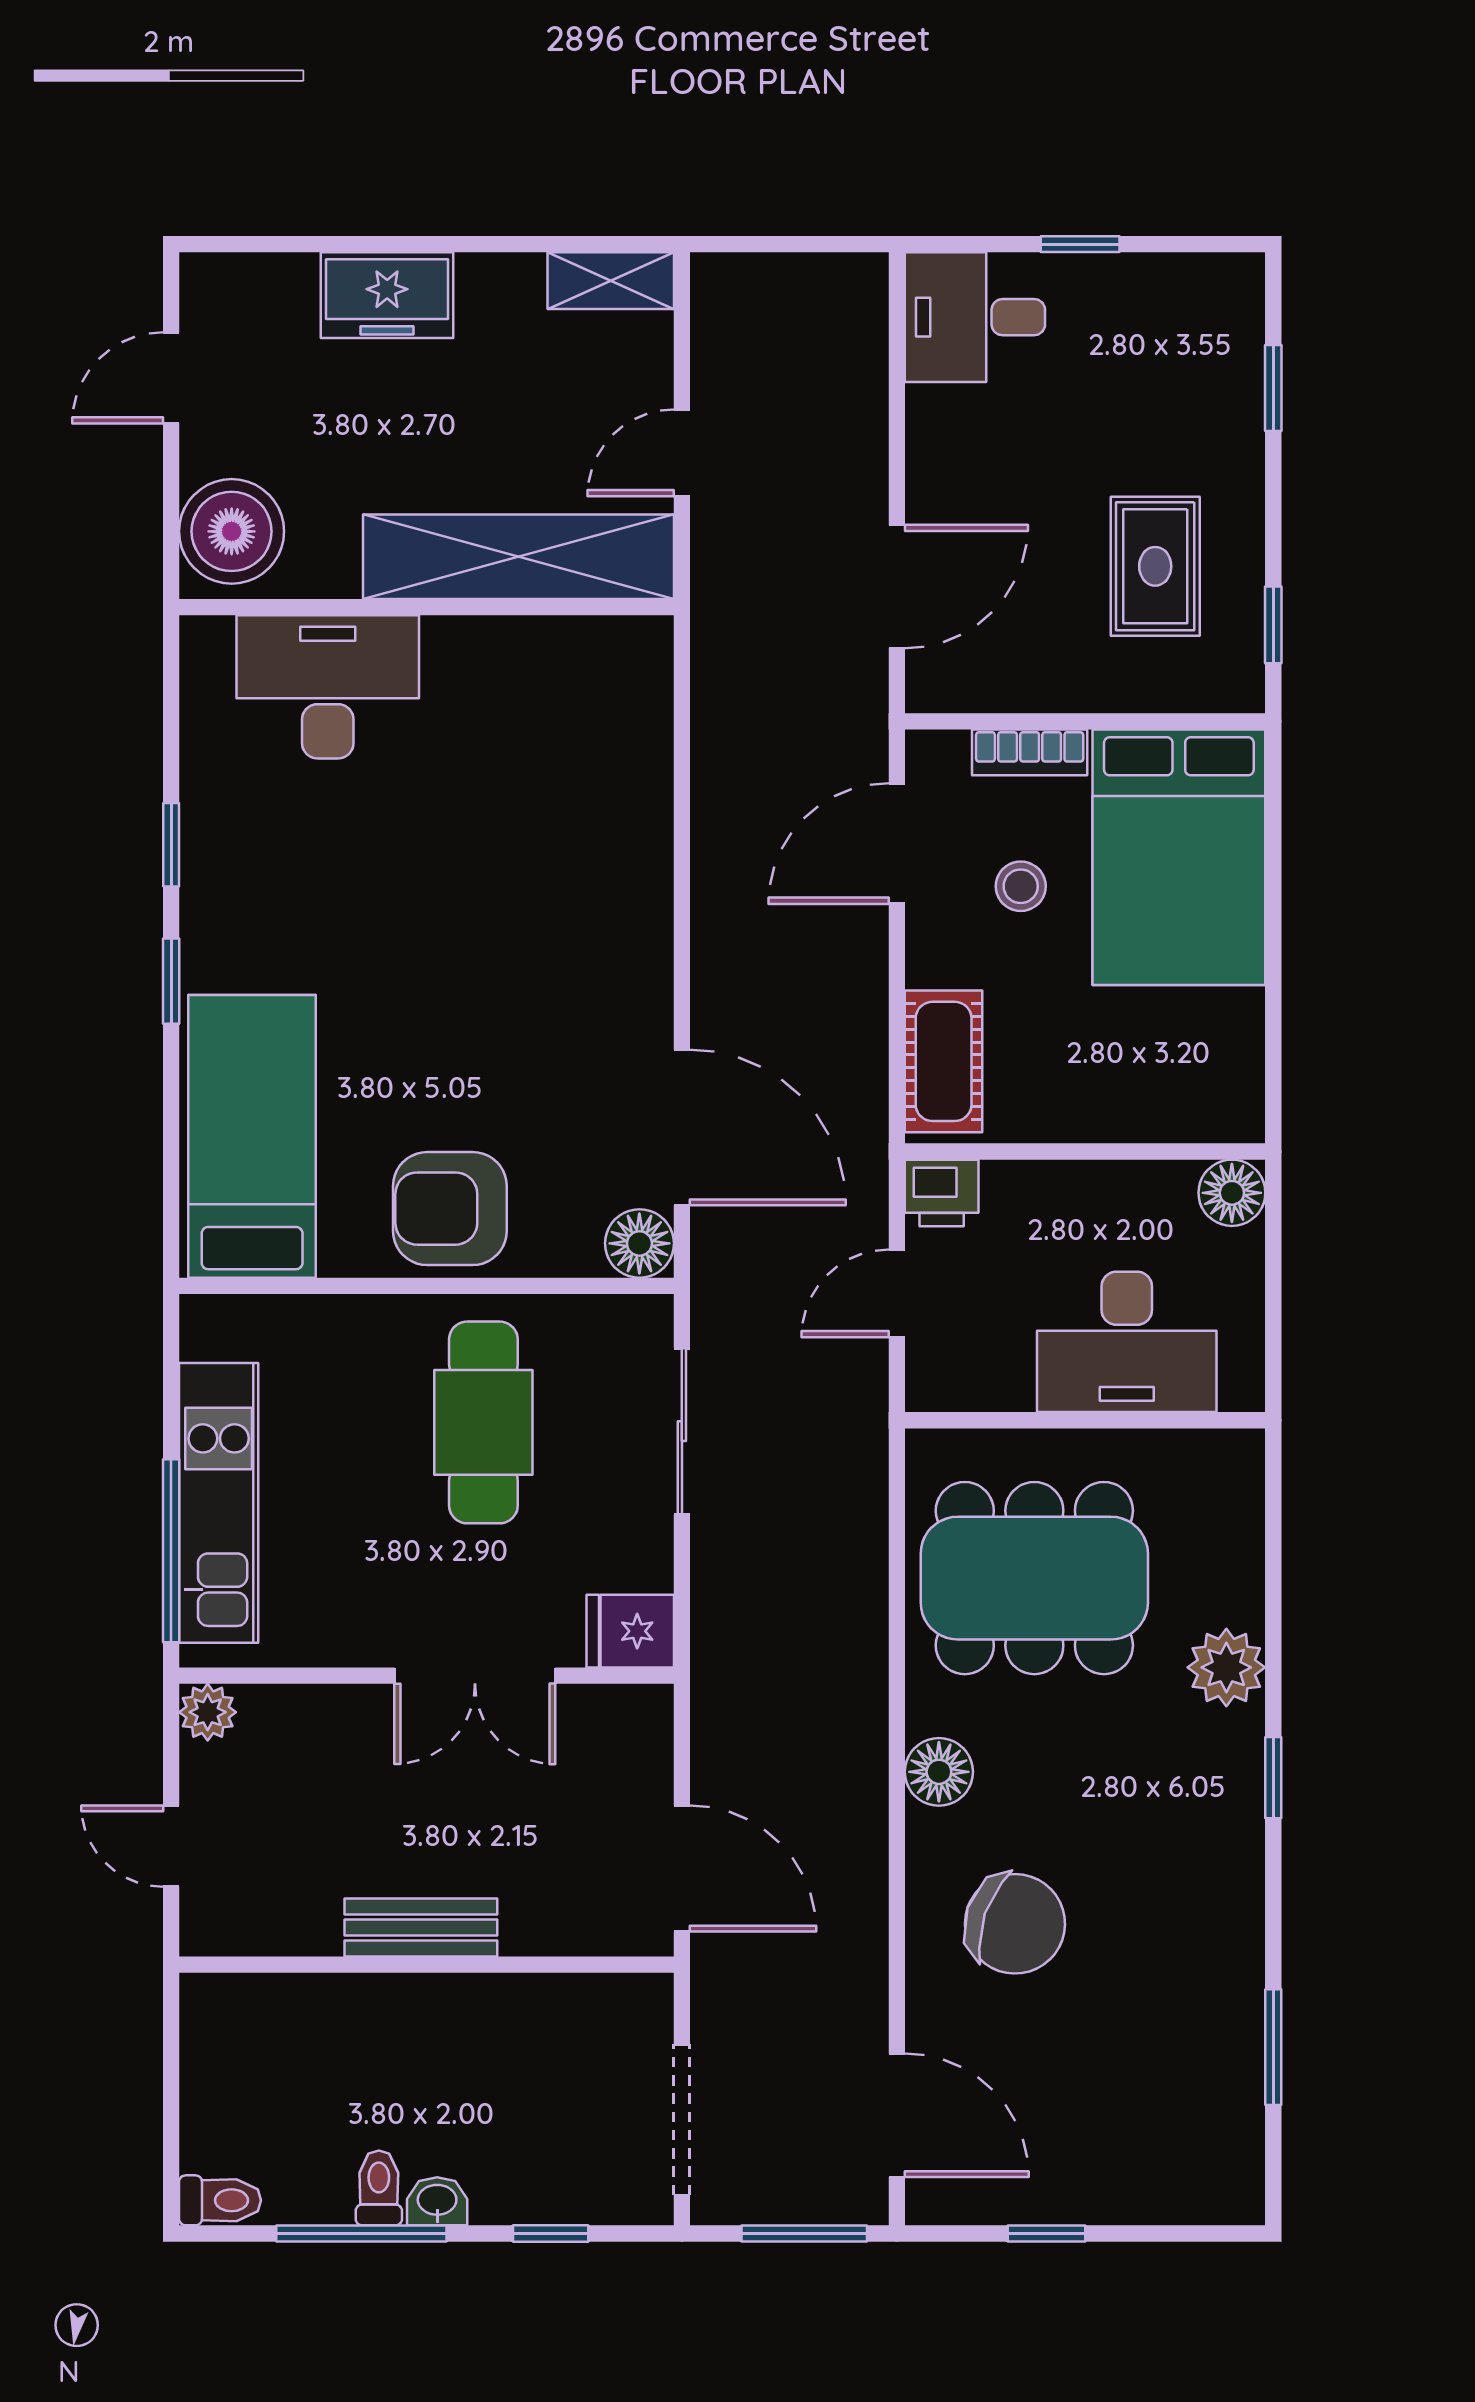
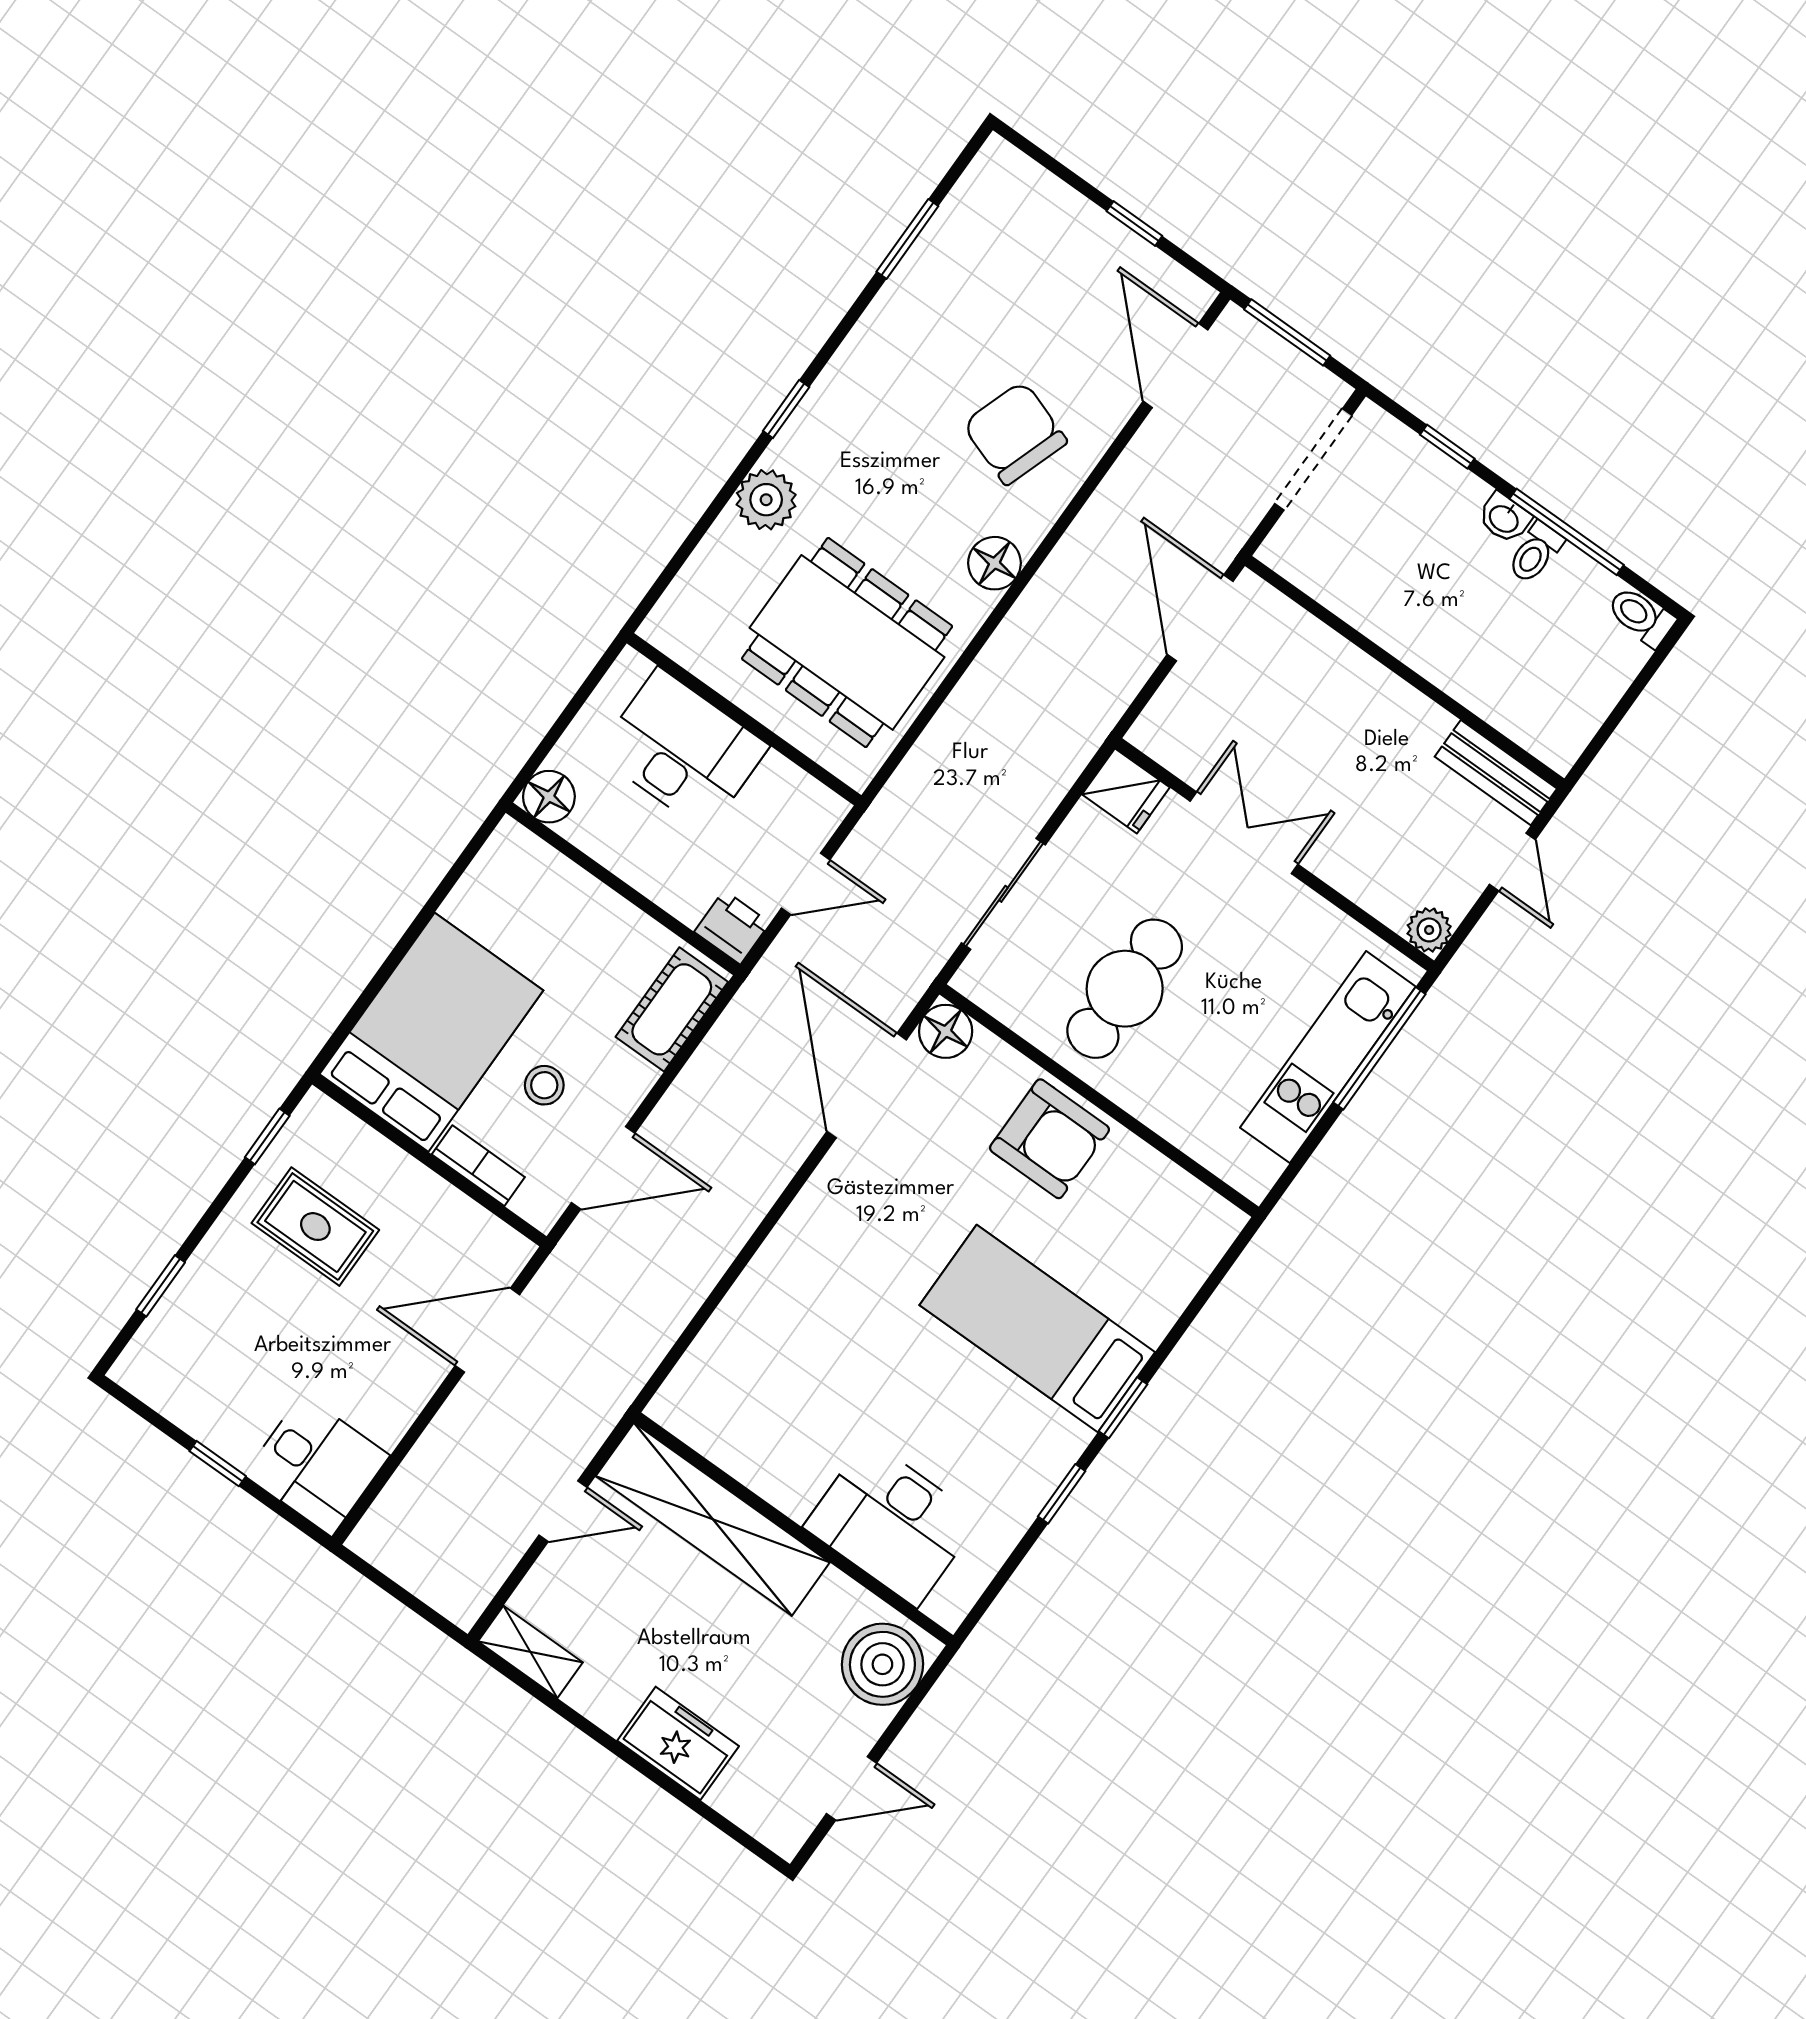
rug: (1155, 566) -> (315, 1227), turned 90
bed: (252, 1136) -> (1037, 1329), moved, turned 90
bench: (421, 1927) -> (1496, 773), moved

